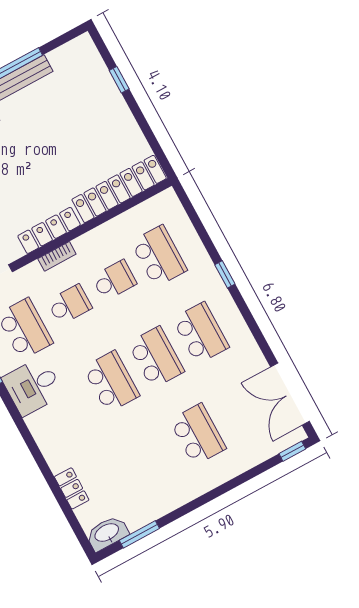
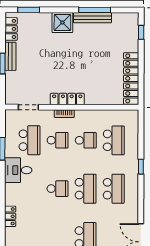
window: (119, 80) -> (141, 32), moved
locker: (119, 189) -> (131, 78), moved, turned -90
school desk: (111, 382) -> (58, 189), width x0.54
locker: (72, 488) -> (10, 216), moved

